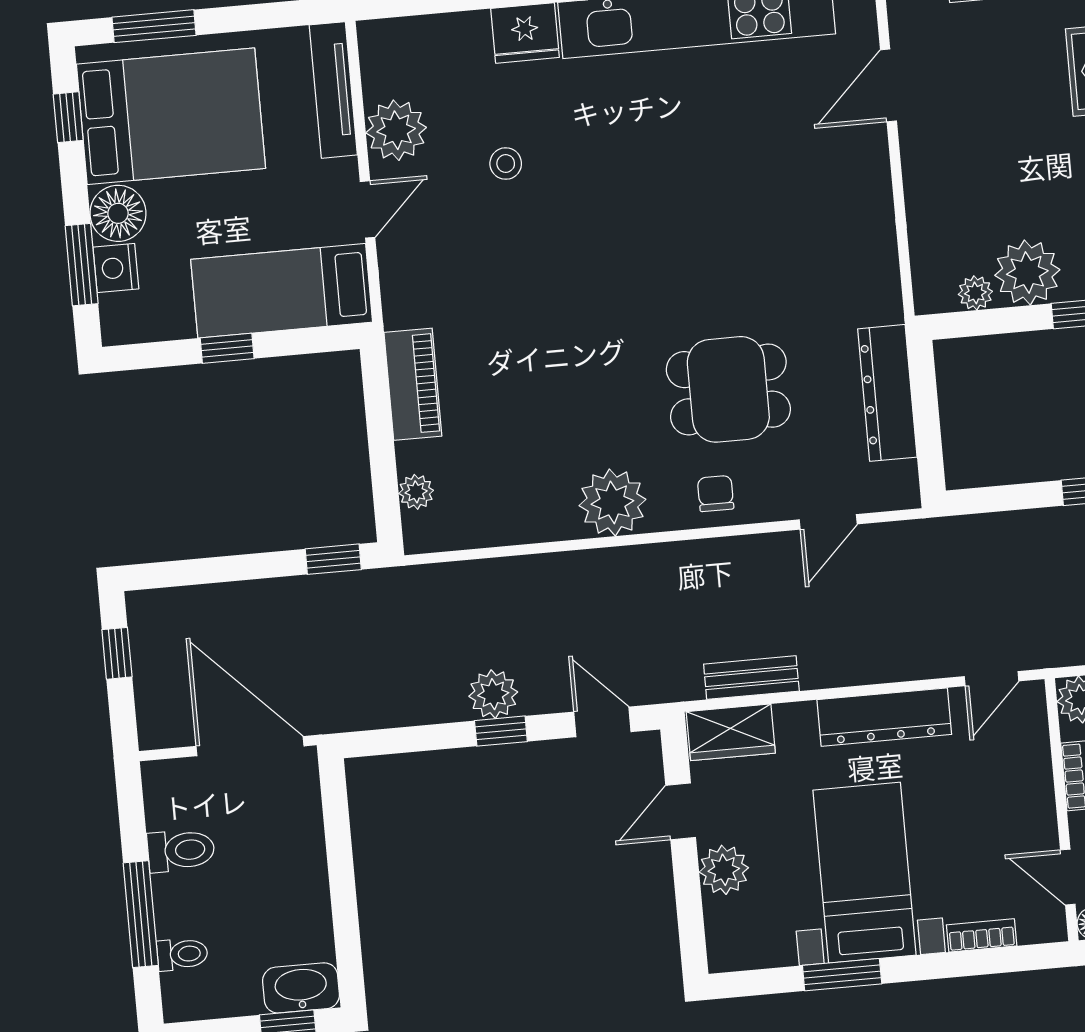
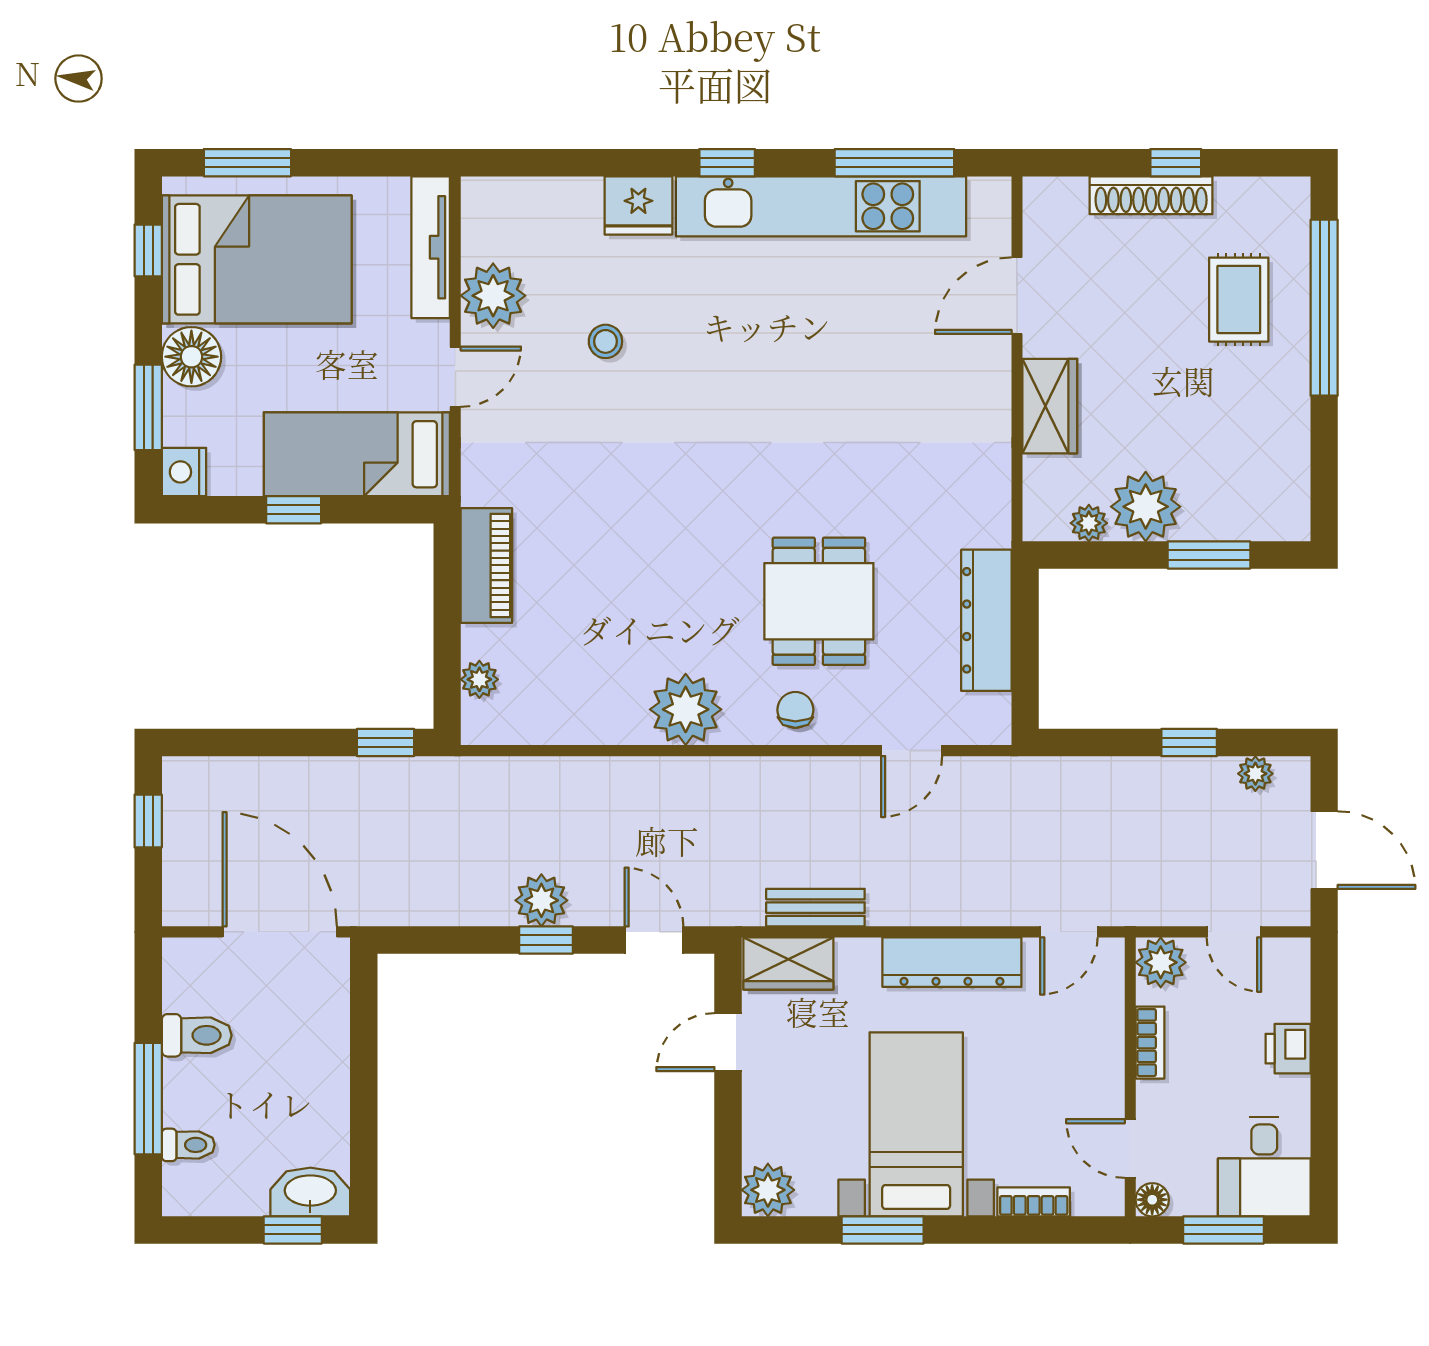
wardrobe: (929, 186) -> (1050, 406), added
nightstand: (116, 268) -> (184, 472), moved
dining table: (728, 389) -> (819, 601), turned 90
plant: (724, 870) -> (768, 1190), moved

